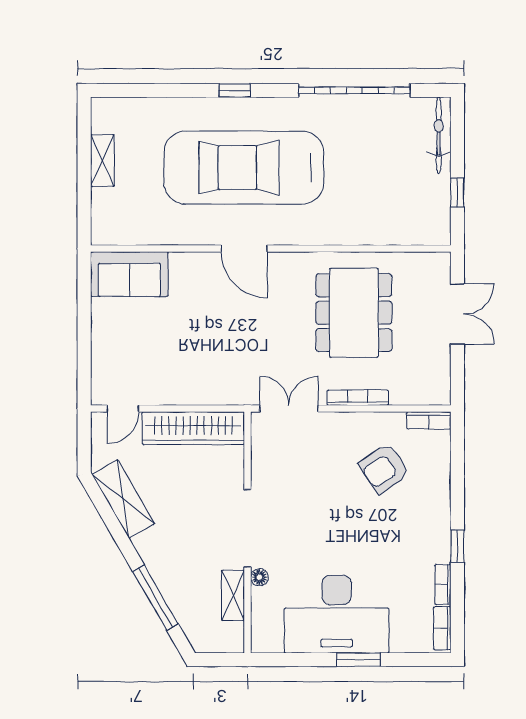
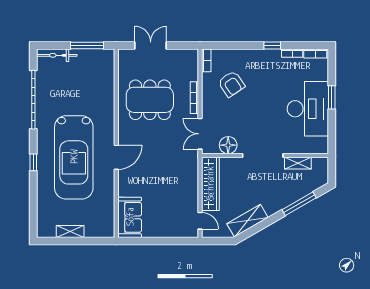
window: (457, 193) -> (87, 46), width x2.17
floor lamp: (259, 577) -> (228, 145), moved, width x1.89, depth x1.89

